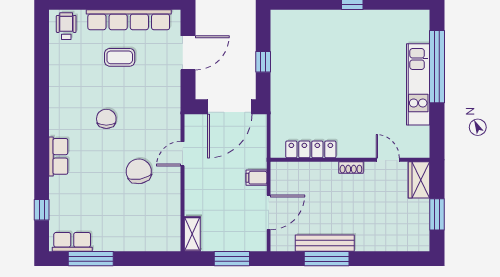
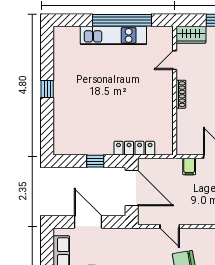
window: (437, 67) -> (122, 20), moved
locker: (311, 149) -> (134, 148), moved, turned 90
shoe rack: (351, 168) -> (181, 94), width x1.43

